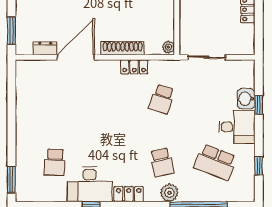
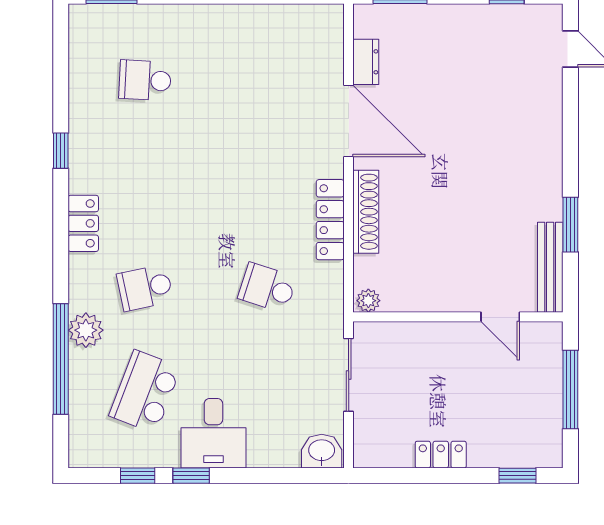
locker: (134, 67) -> (330, 220), width x1.53
washbasin: (246, 99) -> (322, 451), moved
window: (259, 105) -> (191, 476), moved
desk: (90, 184) -> (102, 148), removed
plant: (169, 193) -> (86, 330), moved

